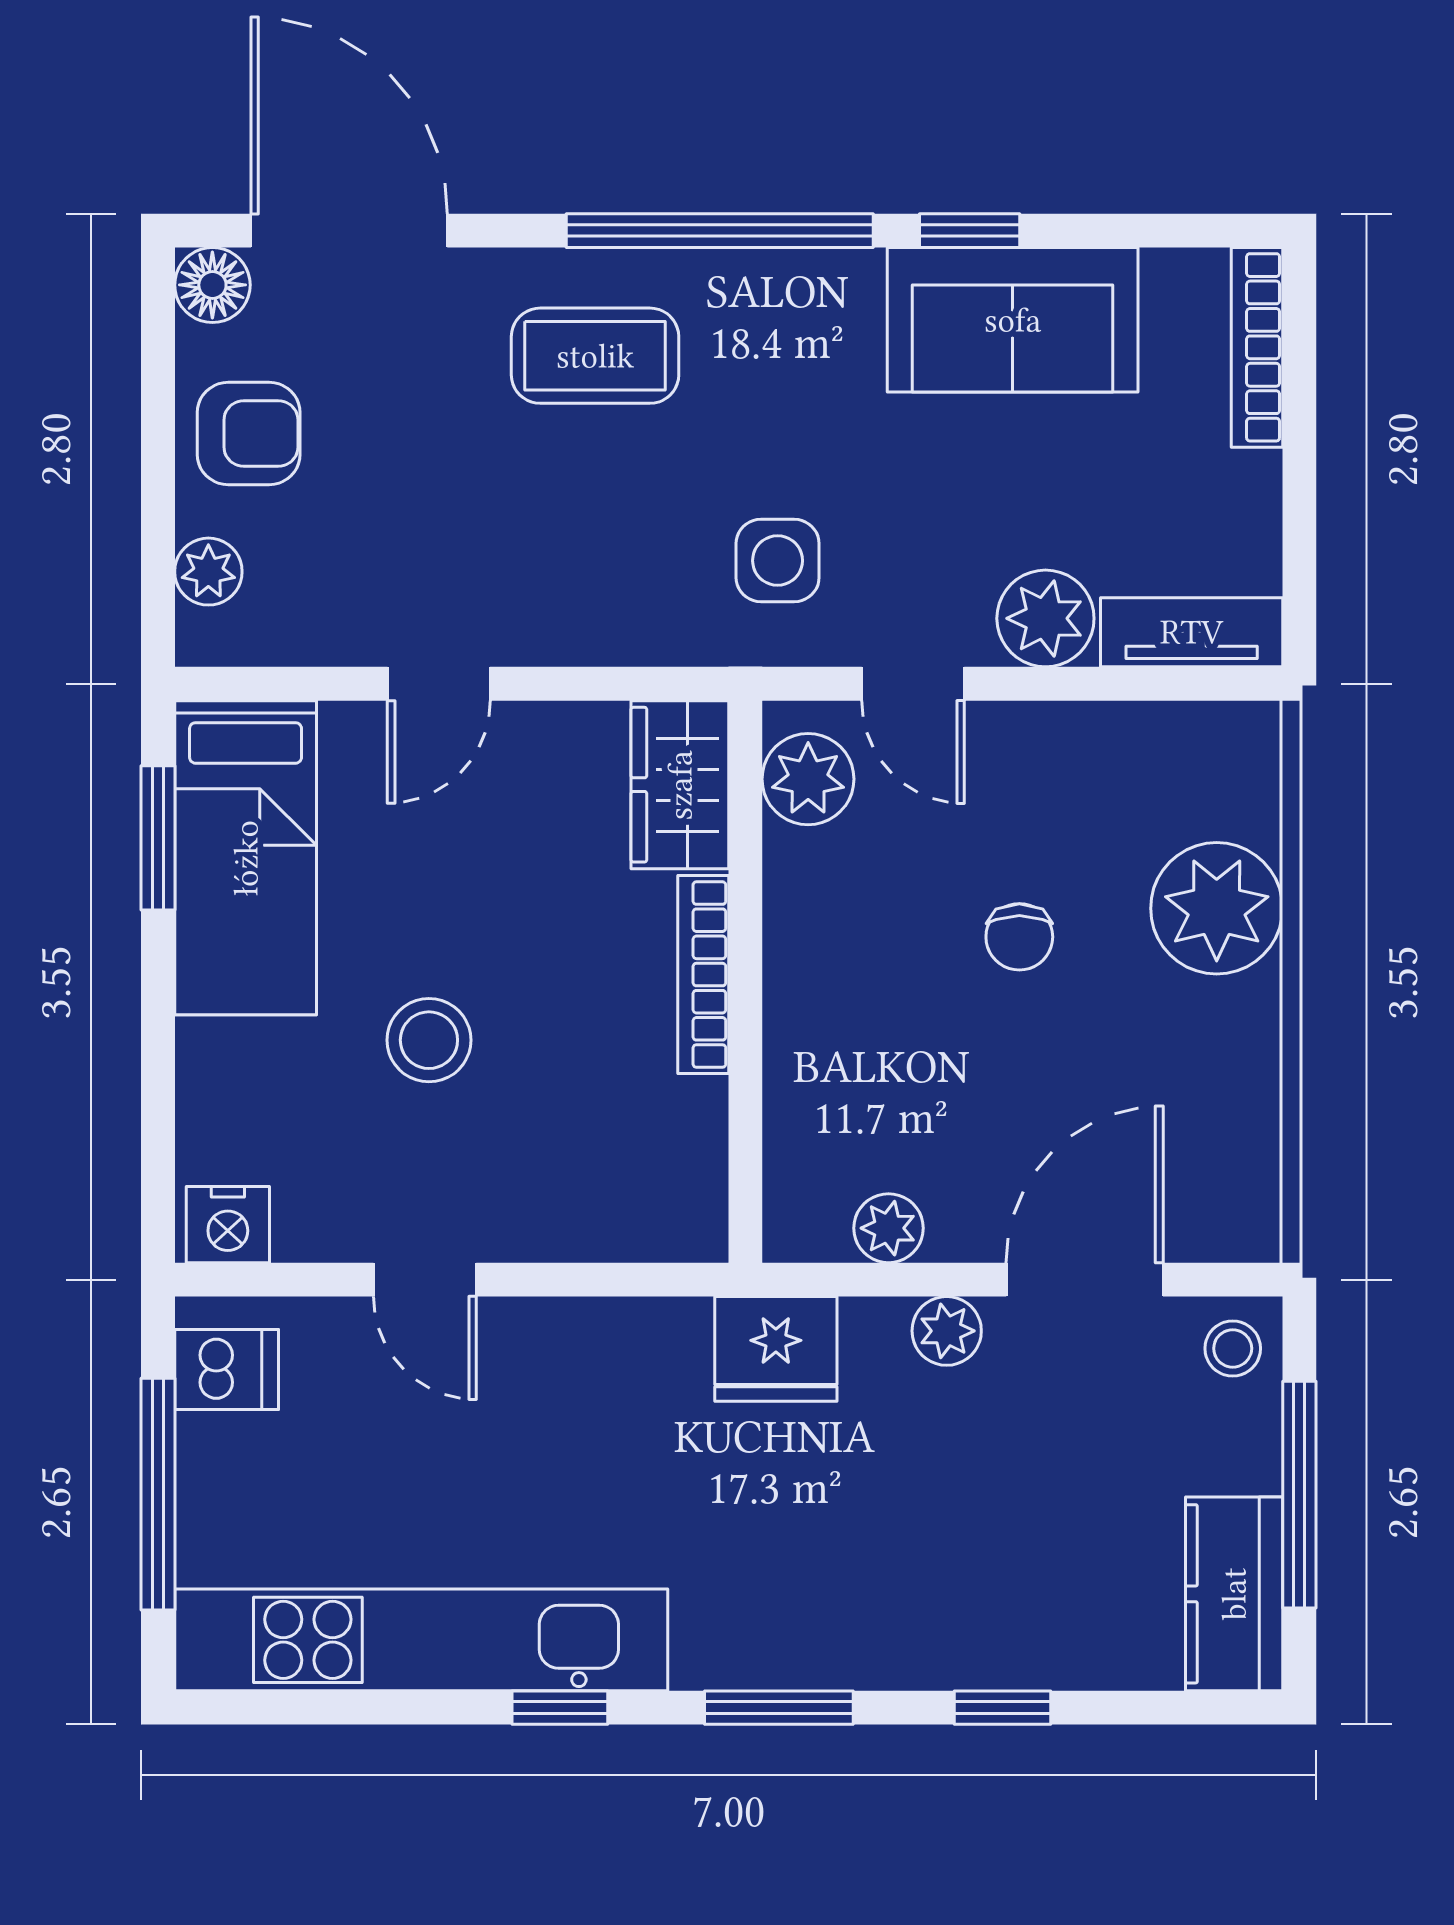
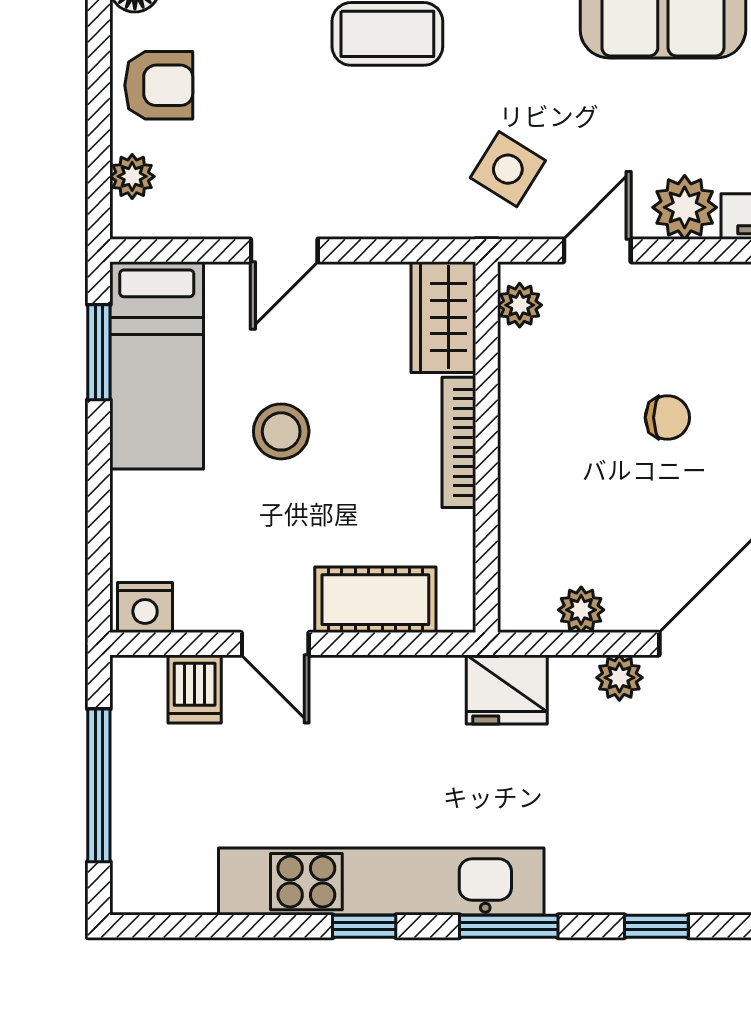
side table: (778, 561) -> (508, 169), turned 32
door: (913, 684) -> (597, 250), swing flipped
plant: (808, 779) -> (520, 305), width x0.73, depth x0.73
chair: (1019, 937) -> (667, 418), turned -90
stool: (429, 1040) -> (281, 431), moved
cot: (577, 1213) -> (375, 600), added
dishwasher: (227, 1370) -> (195, 689), moved, turned 90
kitchen unit: (421, 1640) -> (381, 882), moved

